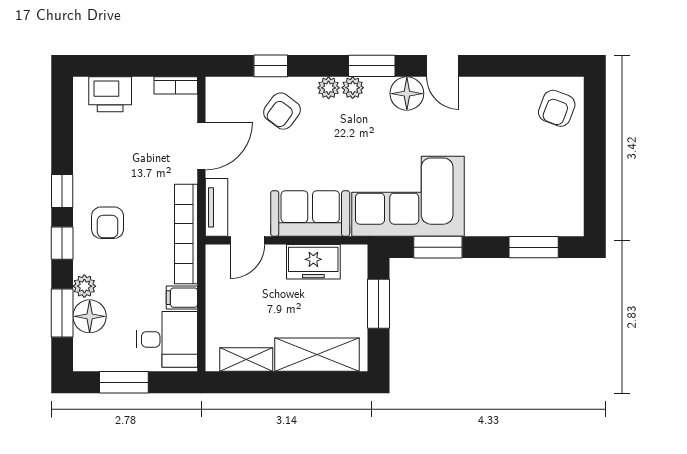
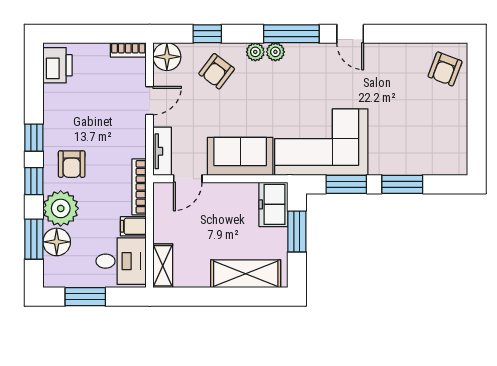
window: (372, 66) -> (291, 34), width x1.44
printer: (110, 94) -> (57, 65), moved, turned -90
floor lamp: (407, 94) -> (167, 57), moved
door: (201, 146) -> (150, 101), width x0.73
bookcase: (186, 234) -> (139, 187), width x0.68, depth x0.76
window: (534, 247) -> (402, 184), moved
freezer: (313, 262) -> (273, 204), moved, turned 90
plant: (84, 286) -> (61, 208), width x1.88, depth x1.88
shelving: (246, 360) -> (163, 266), moved, turned 90

